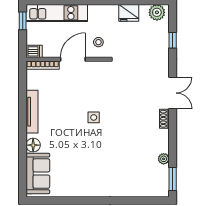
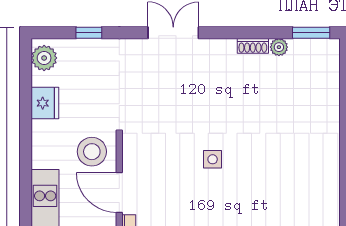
stool: (98, 42) -> (92, 152), width x1.89, depth x1.89
shoe rack: (164, 119) -> (253, 46), moved

